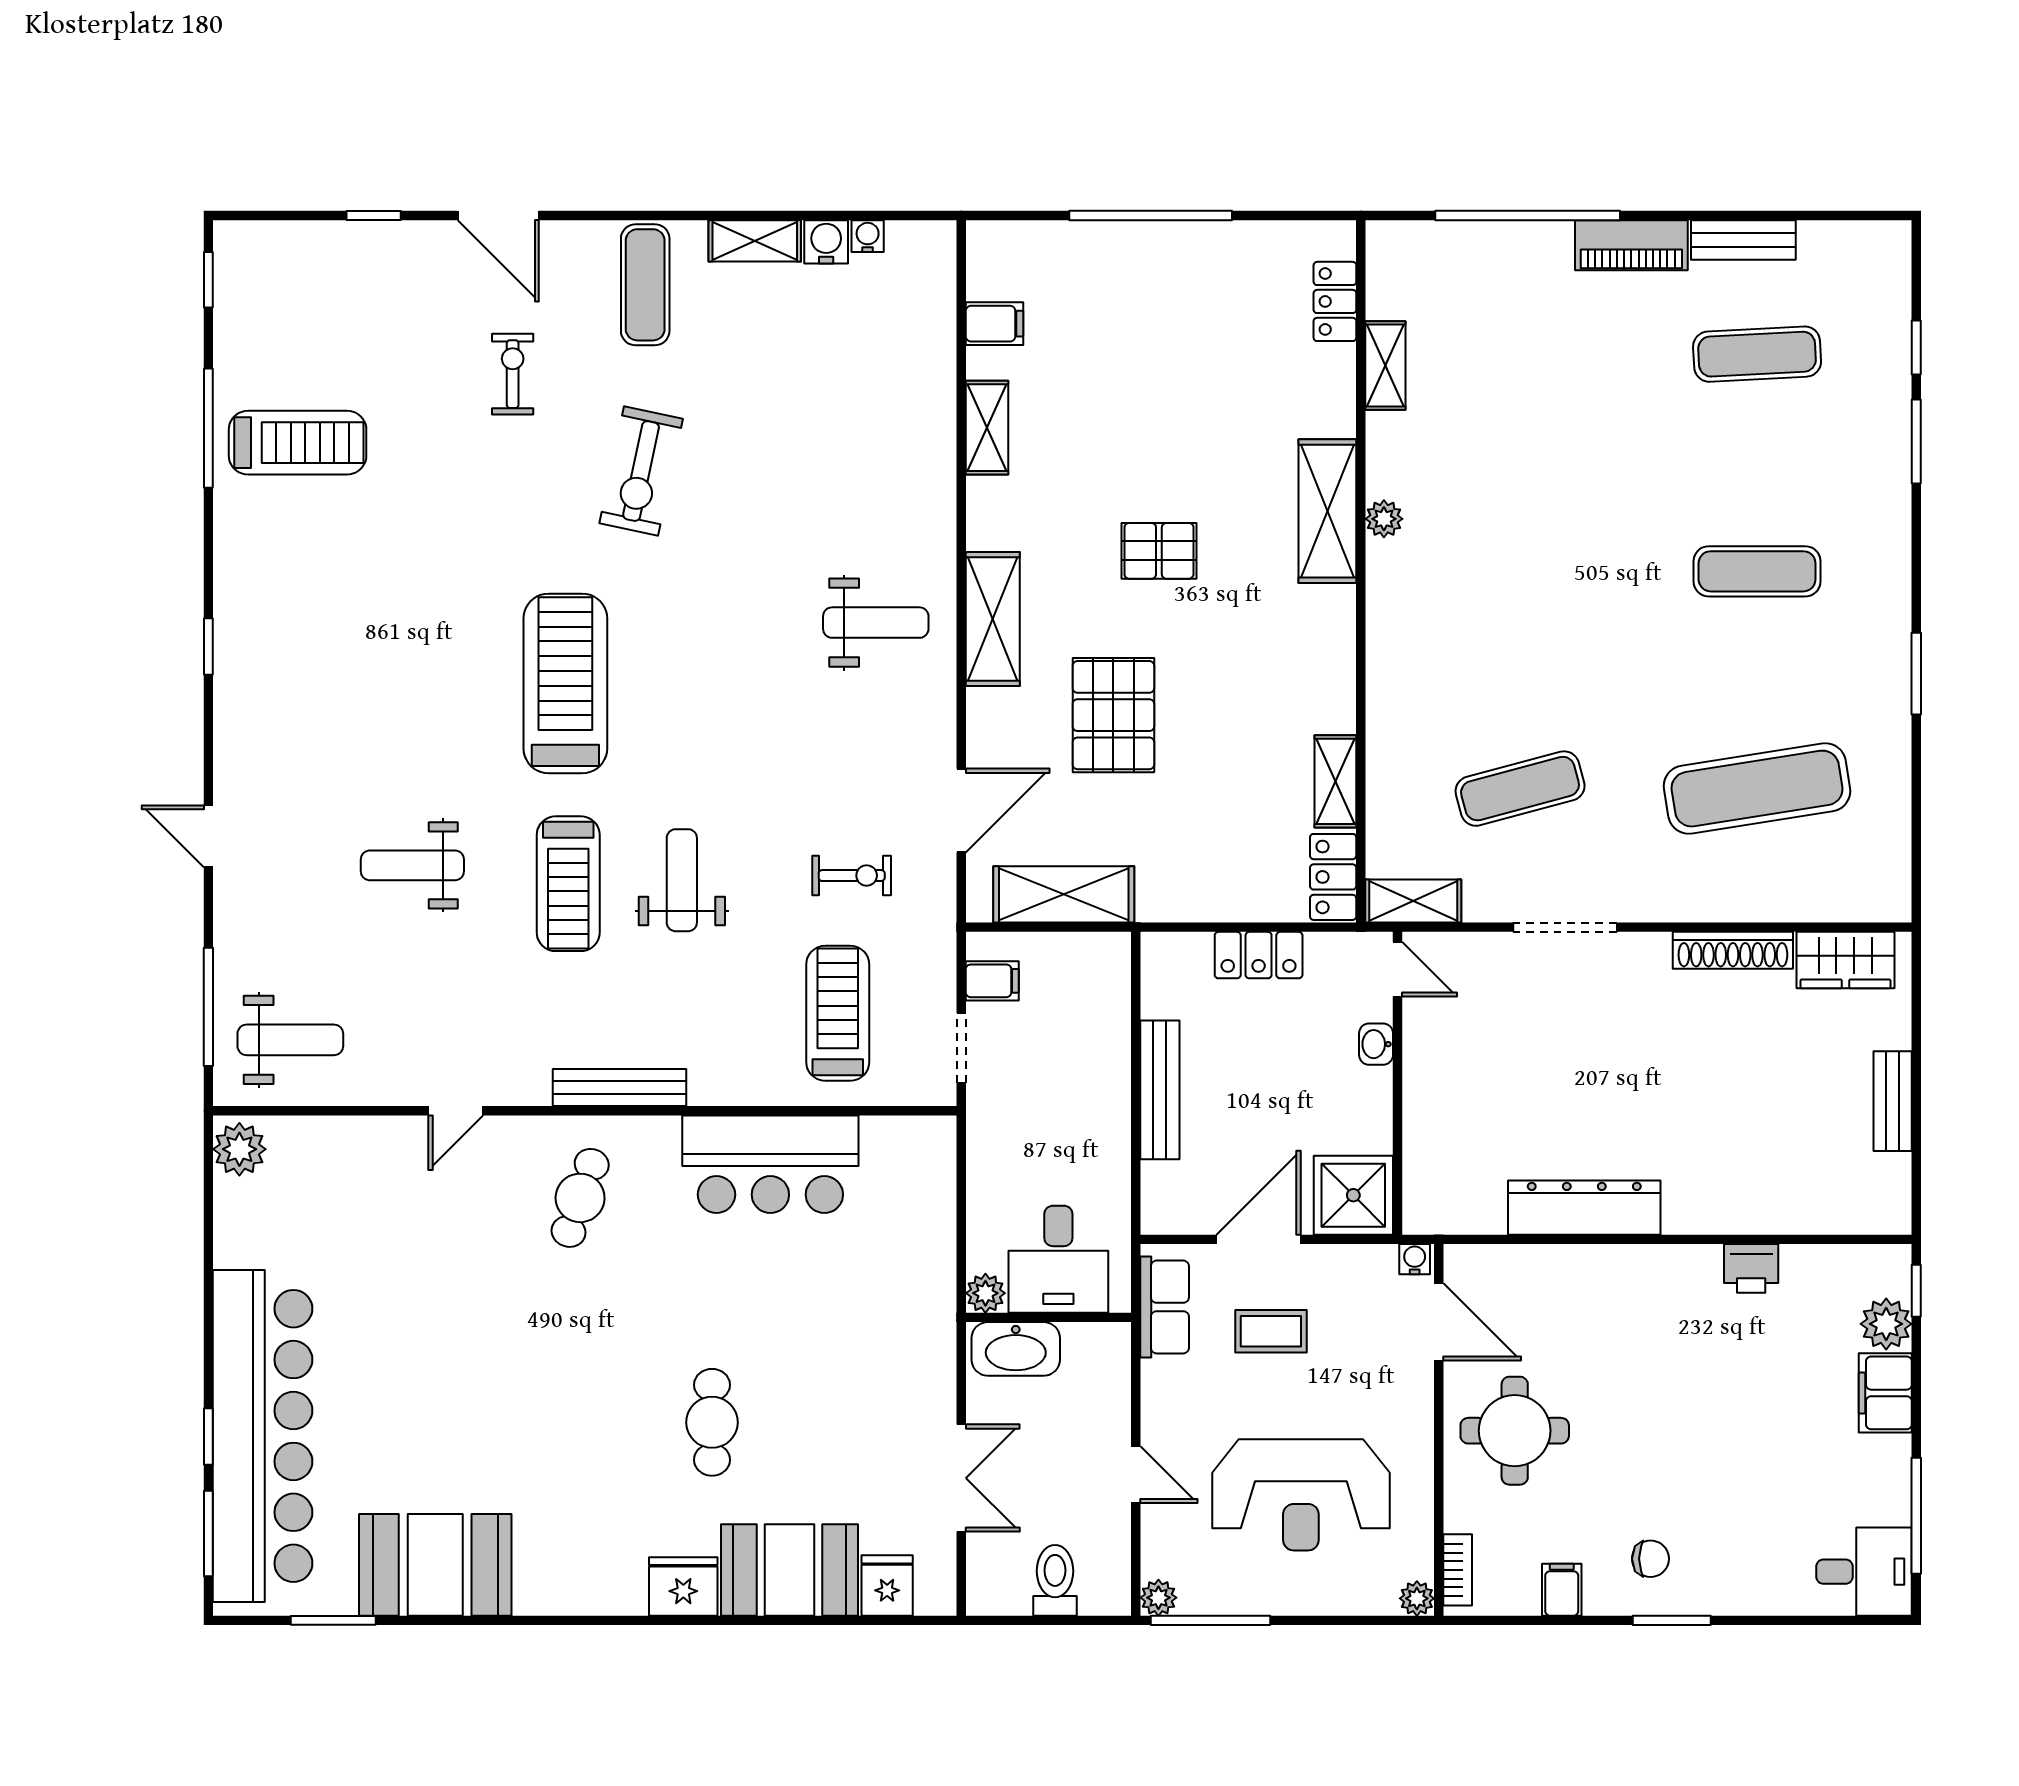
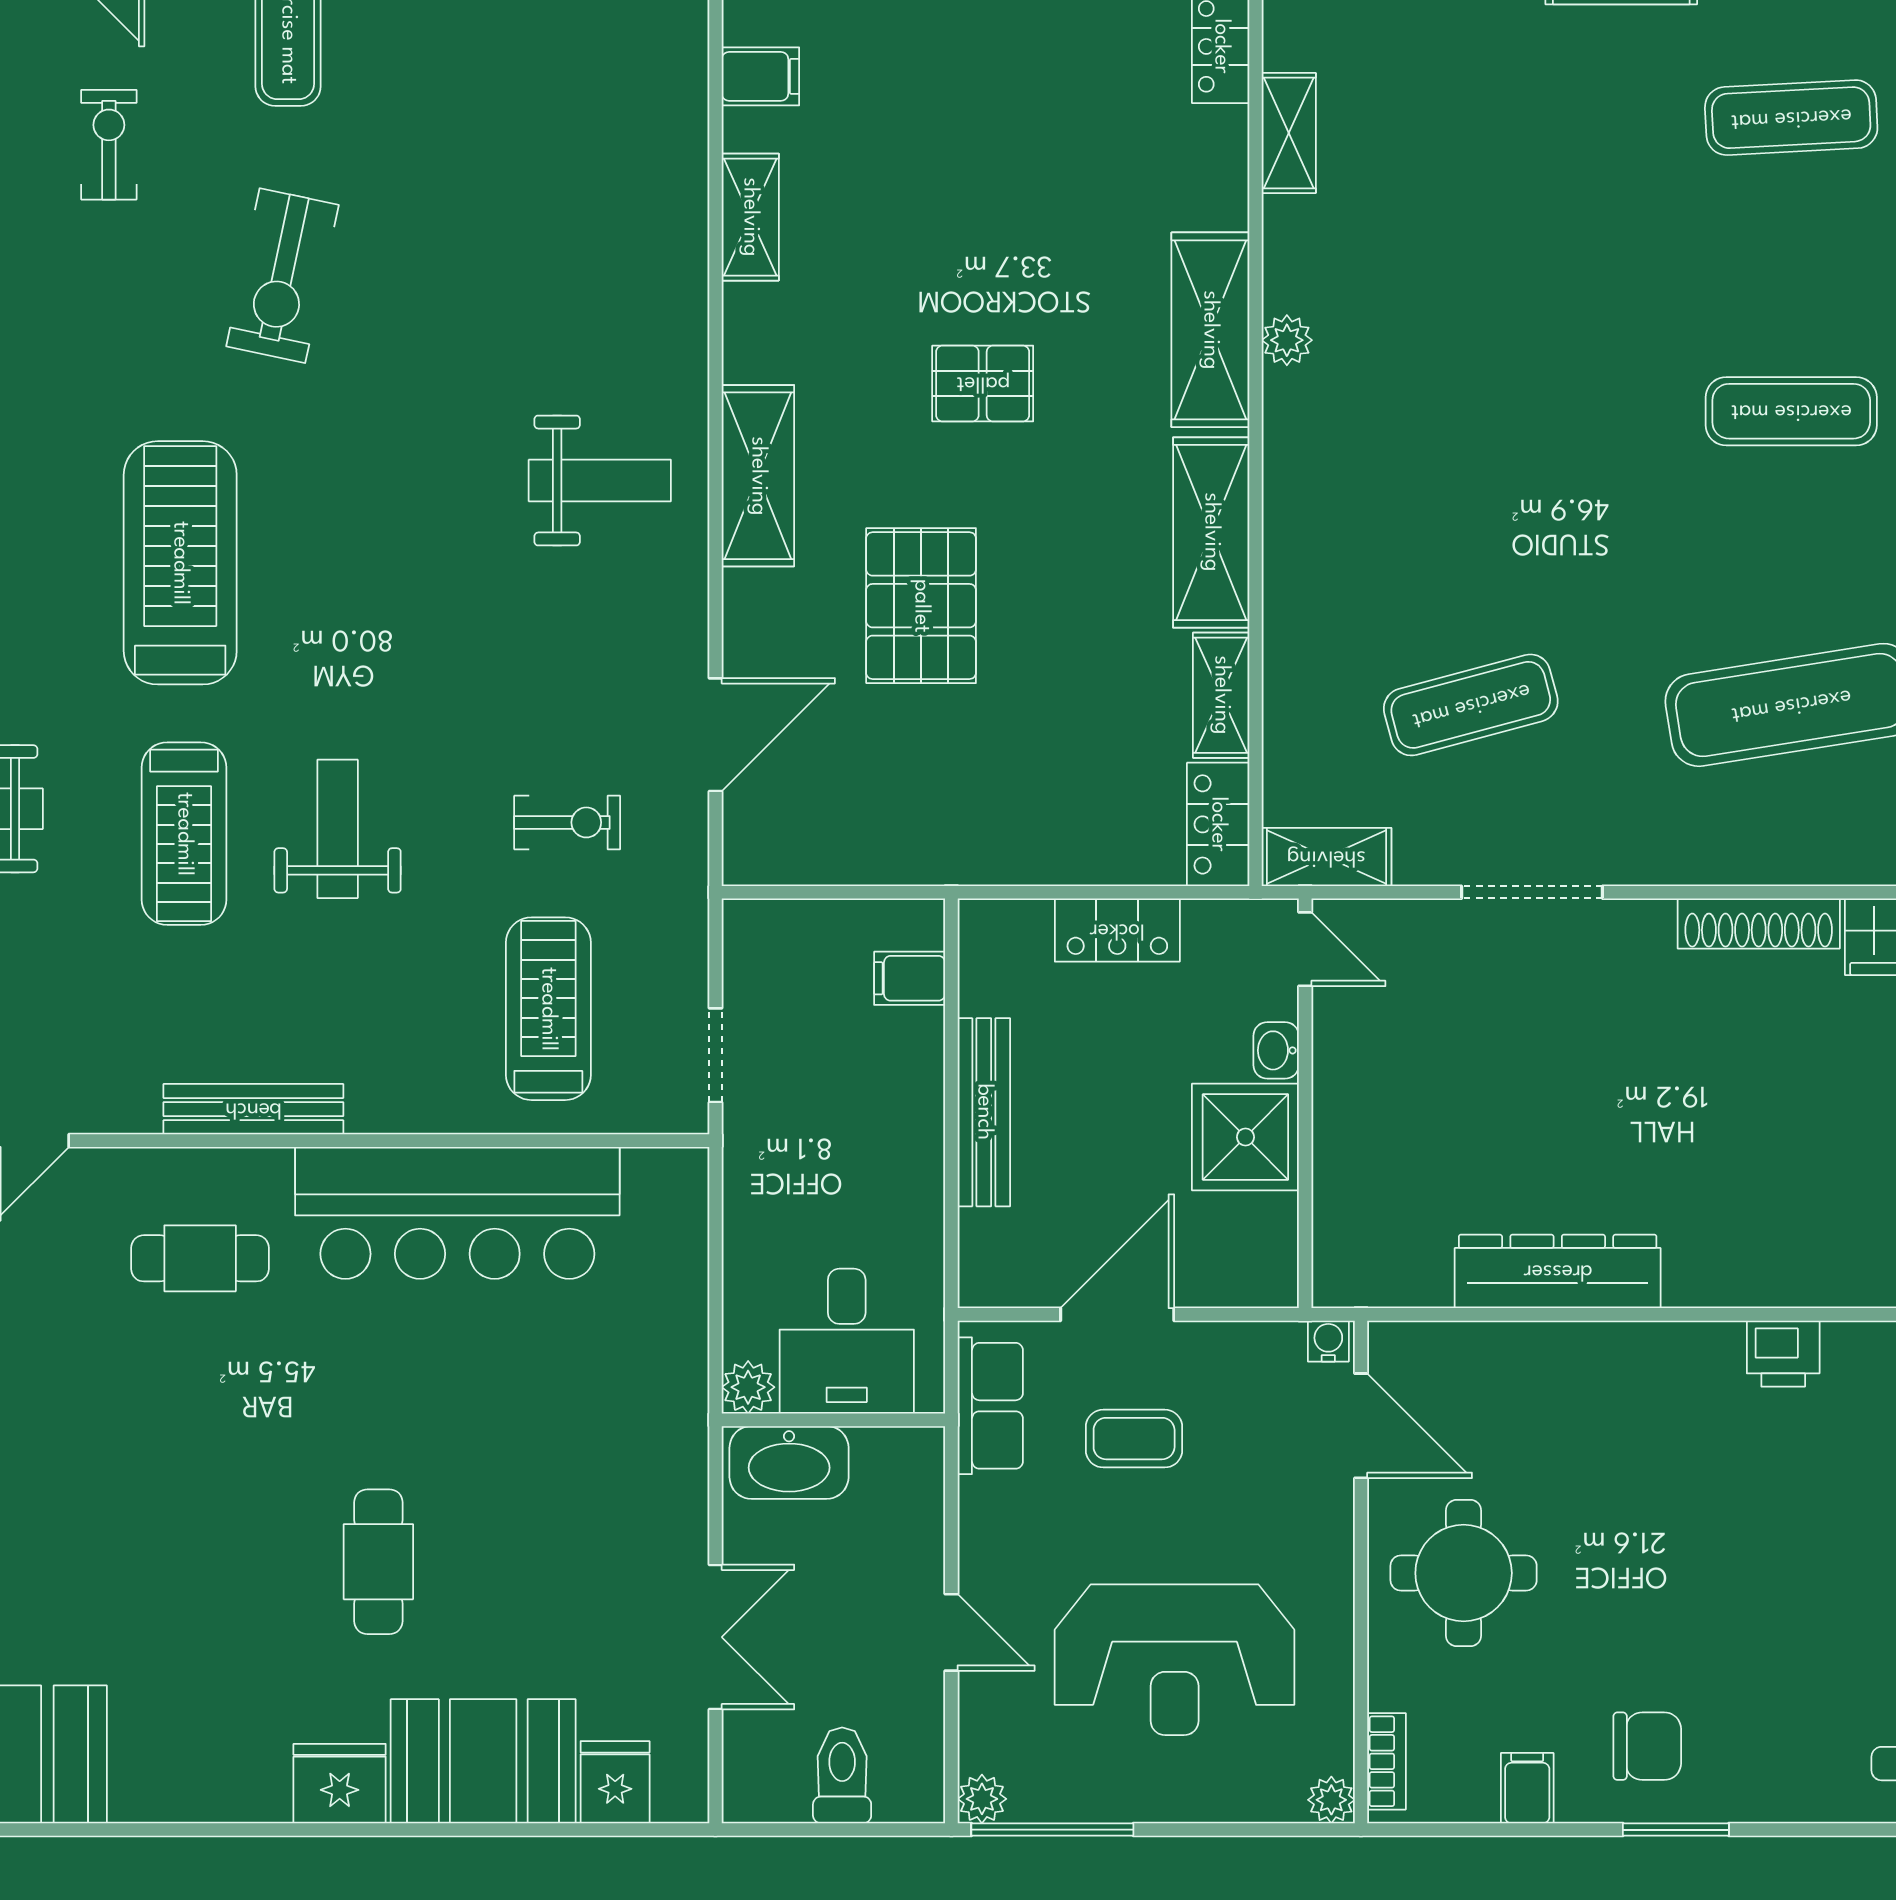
shelving: (1064, 894) -> (1211, 532), moved, turned 90
filing cabinet: (992, 981) -> (910, 978), moved, turned 180
bar counter: (770, 1164) -> (457, 1213), width x1.36
shower: (1353, 1195) -> (1245, 1137), moved
cafe table: (580, 1198) -> (200, 1258), turned 71
chair: (1651, 1559) -> (1647, 1746), width x1.37, depth x1.37

